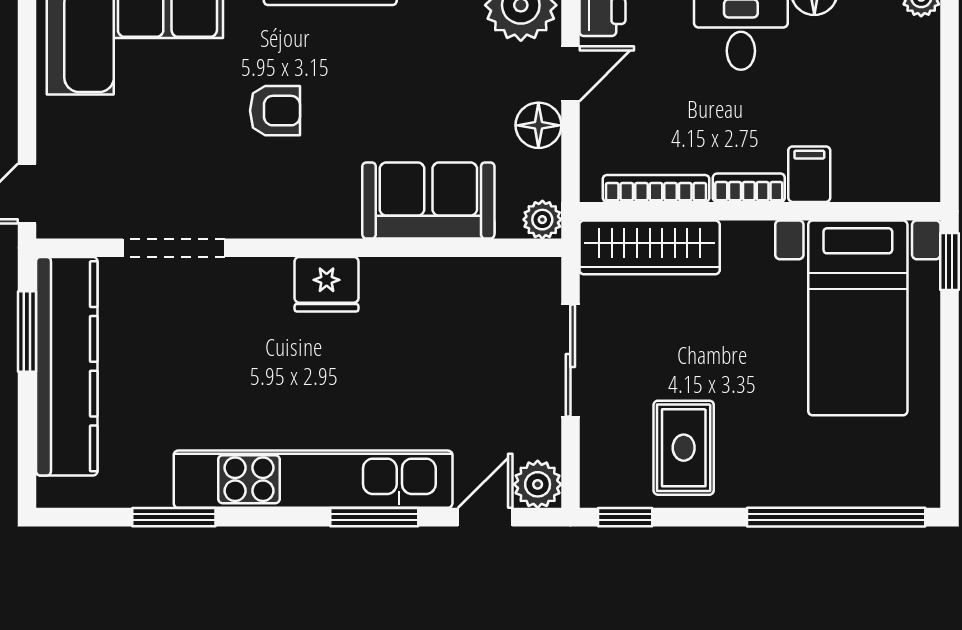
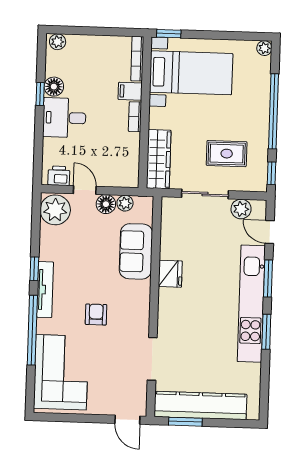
bookcase: (656, 188) -> (137, 59), moved
plant: (542, 220) -> (125, 203), moved
fridge: (327, 284) -> (170, 274), moved
rug: (684, 448) -> (227, 154), moved
plant: (538, 484) -> (241, 209), moved
plant: (922, 490) -> (264, 48), added
window: (174, 517) -> (266, 332), moved
window: (836, 517) -> (274, 111), moved

